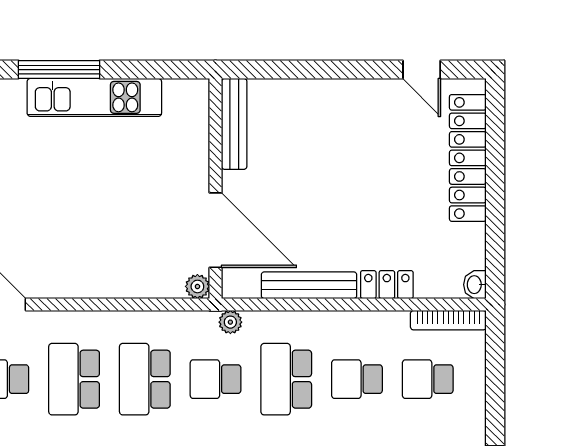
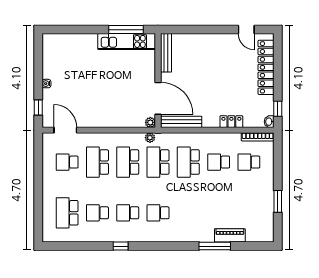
window: (59, 70) -> (126, 30), moved
kitchen unit: (94, 97) -> (127, 41), moved
window: (495, 255) -> (278, 109), added
bench: (309, 285) -> (181, 122), moved
plant: (230, 322) -> (150, 138), moved
school desk: (216, 379) -> (158, 162), width x1.85

